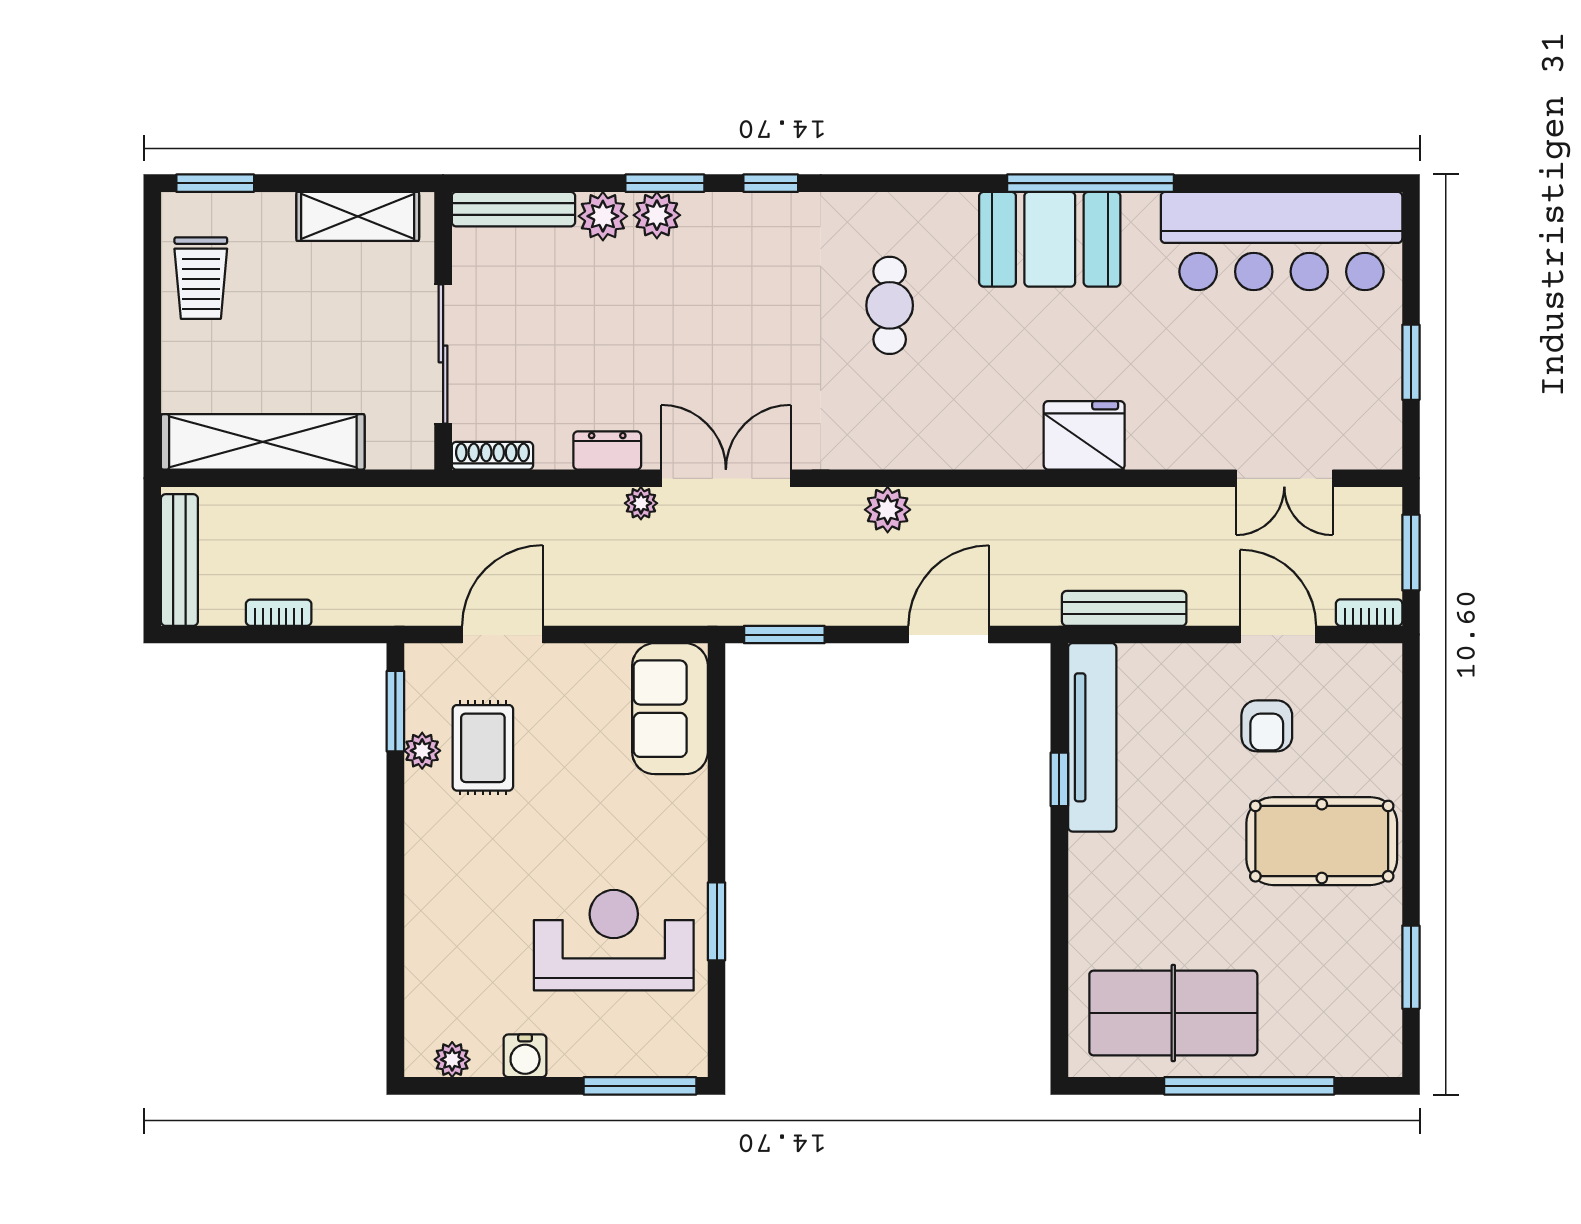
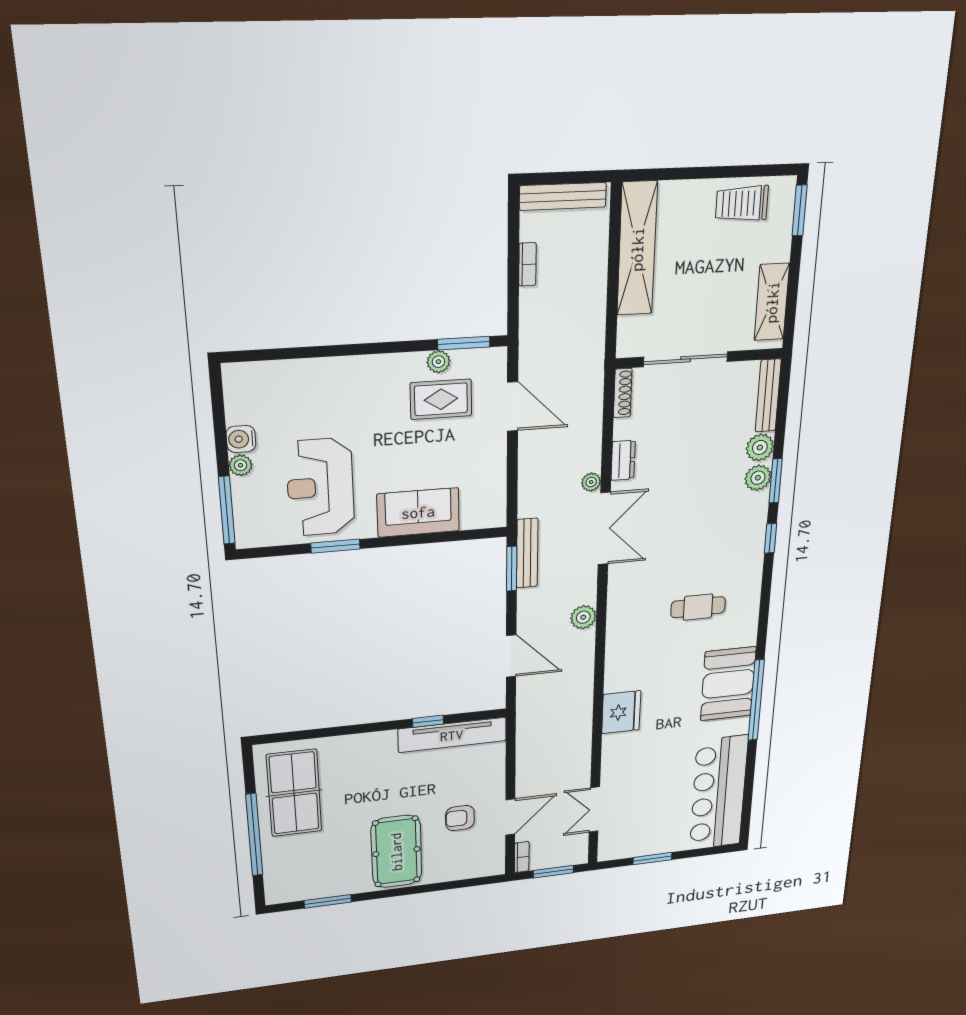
bench: (1124, 608) -> (527, 553), moved
sofa: (670, 709) -> (418, 512), moved
reception desk: (614, 940) -> (320, 487), turned 180
plant: (452, 1060) -> (241, 465), moved

